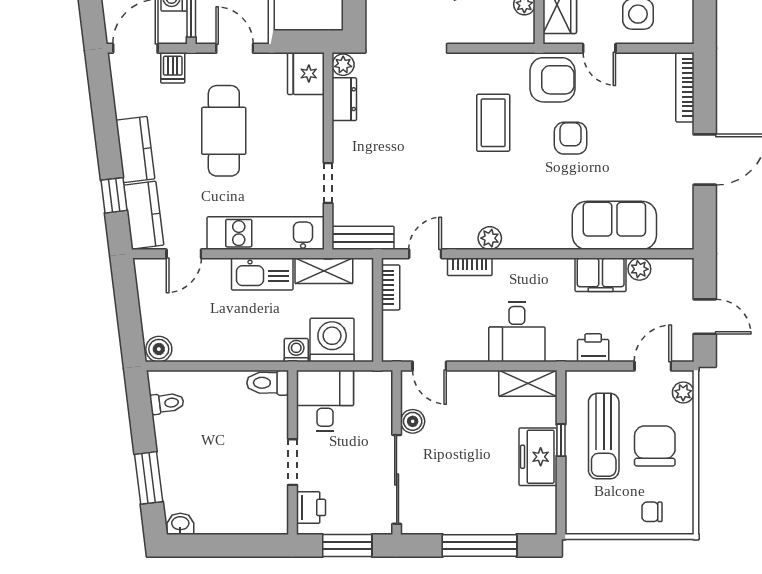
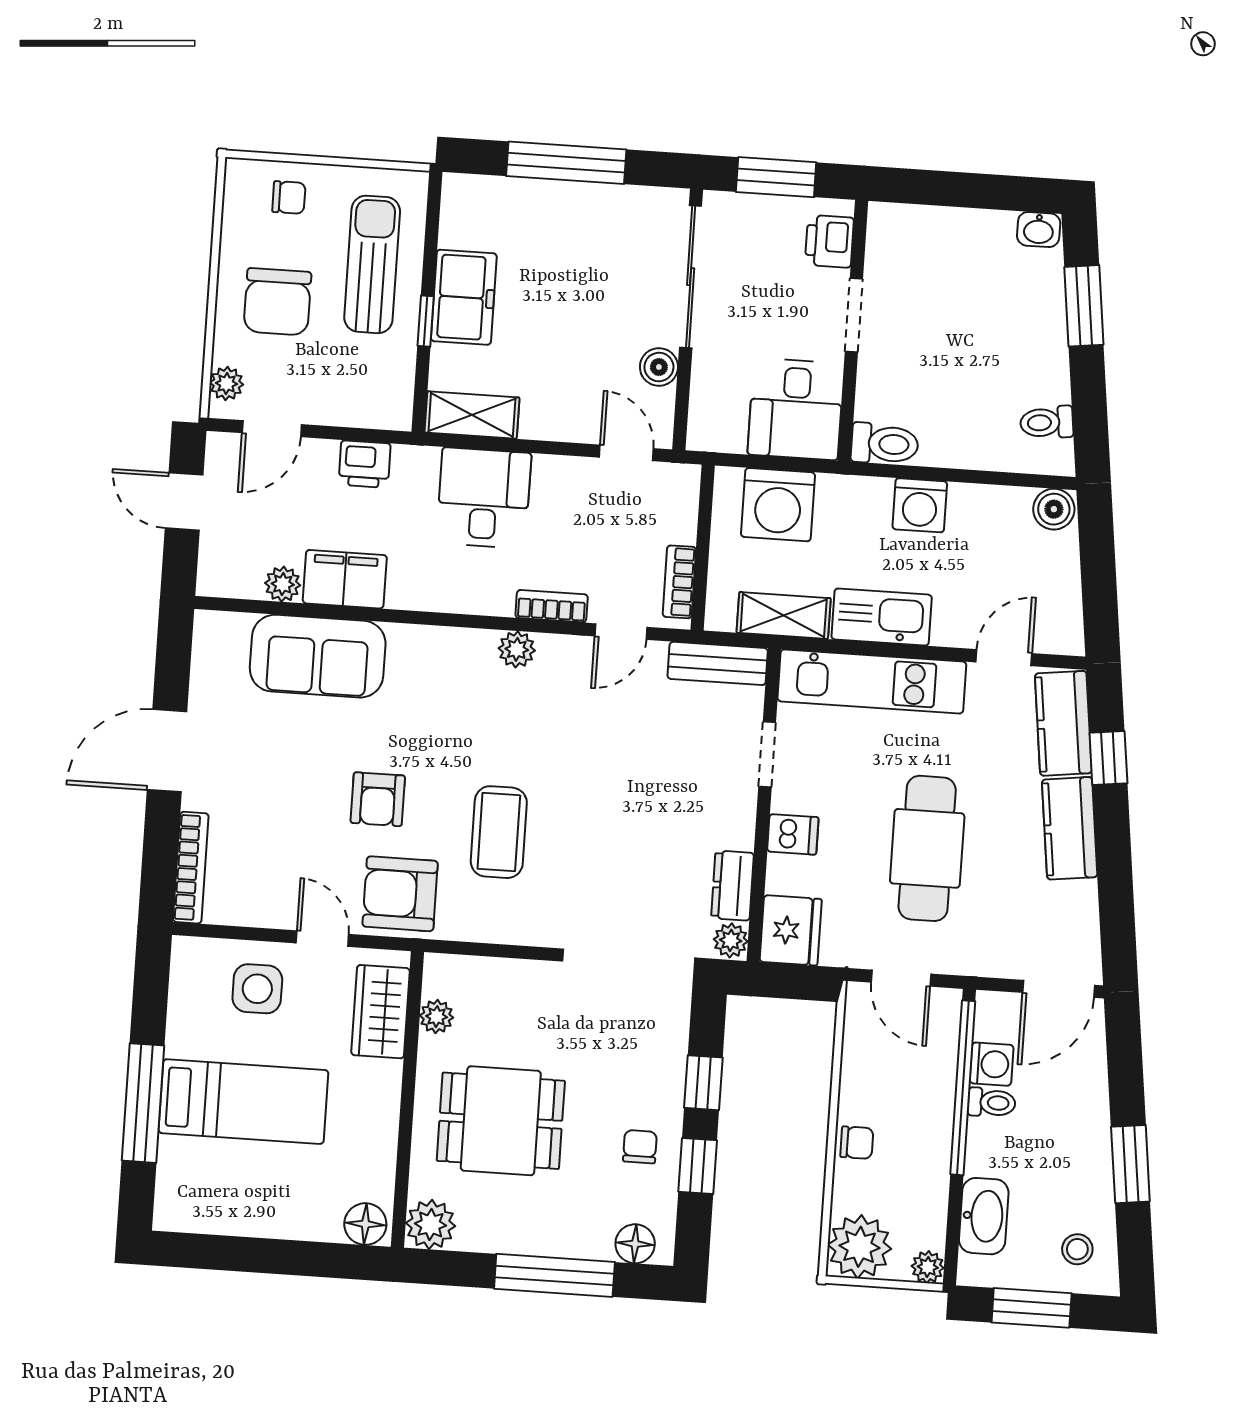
dishwasher: (173, 68) -> (793, 834), moved, turned 90
washing machine: (296, 350) -> (920, 505), moved, width x1.38, depth x1.38
sun lounger: (604, 436) -> (372, 264), moved

